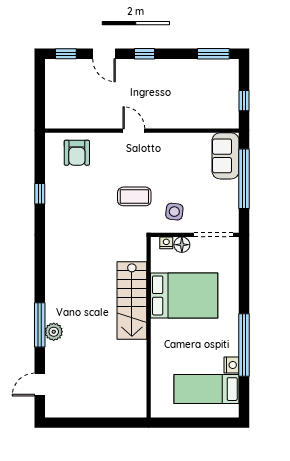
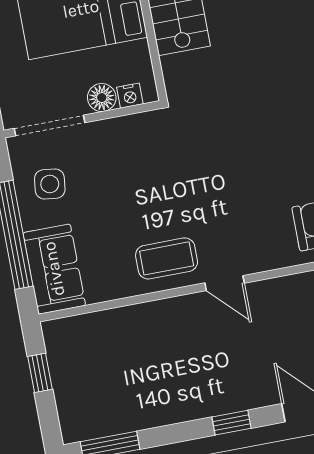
coffee table: (134, 196) -> (167, 258), moved
side table: (174, 212) -> (50, 184), moved

